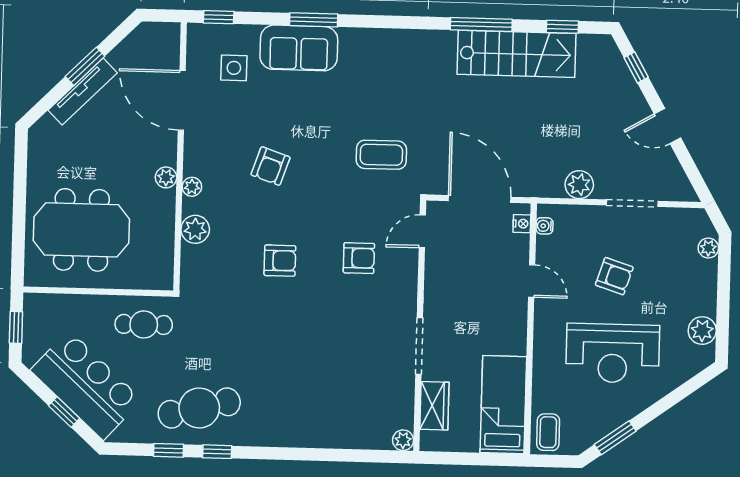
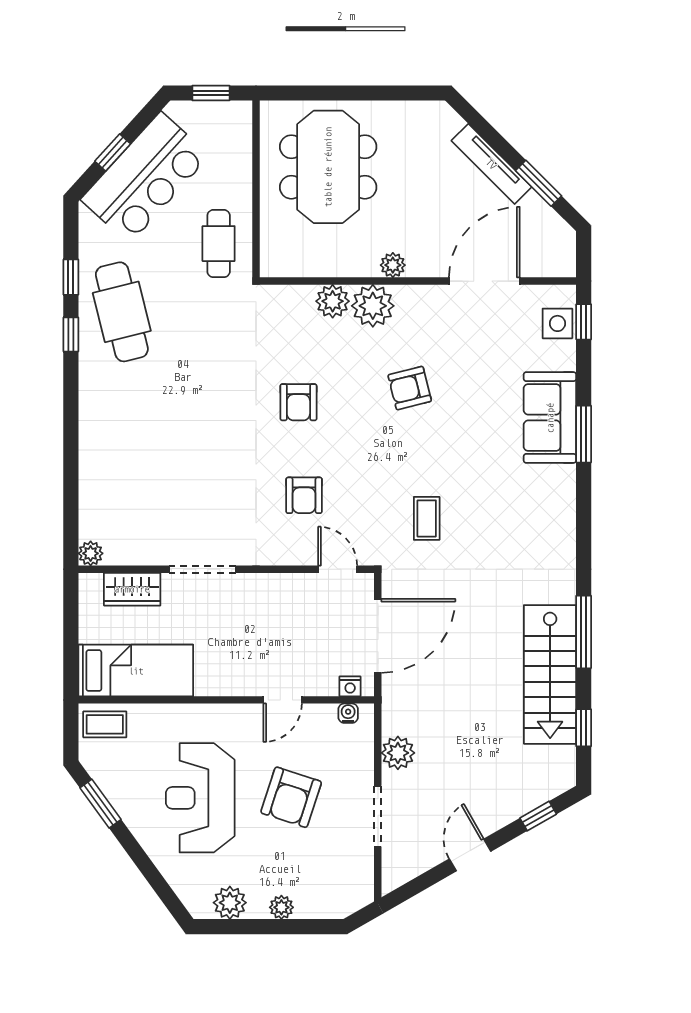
window: (85, 66) -> (539, 183), moved
side table: (234, 68) -> (557, 323), moved
coffee table: (381, 155) -> (427, 518), width x0.73, depth x0.77
armchair: (271, 166) -> (410, 388), turned -33
plant: (192, 187) -> (373, 306), width x1.88, depth x1.88
plant: (708, 248) -> (281, 907), moved
armchair: (614, 276) -> (291, 797), width x1.38, depth x1.38

